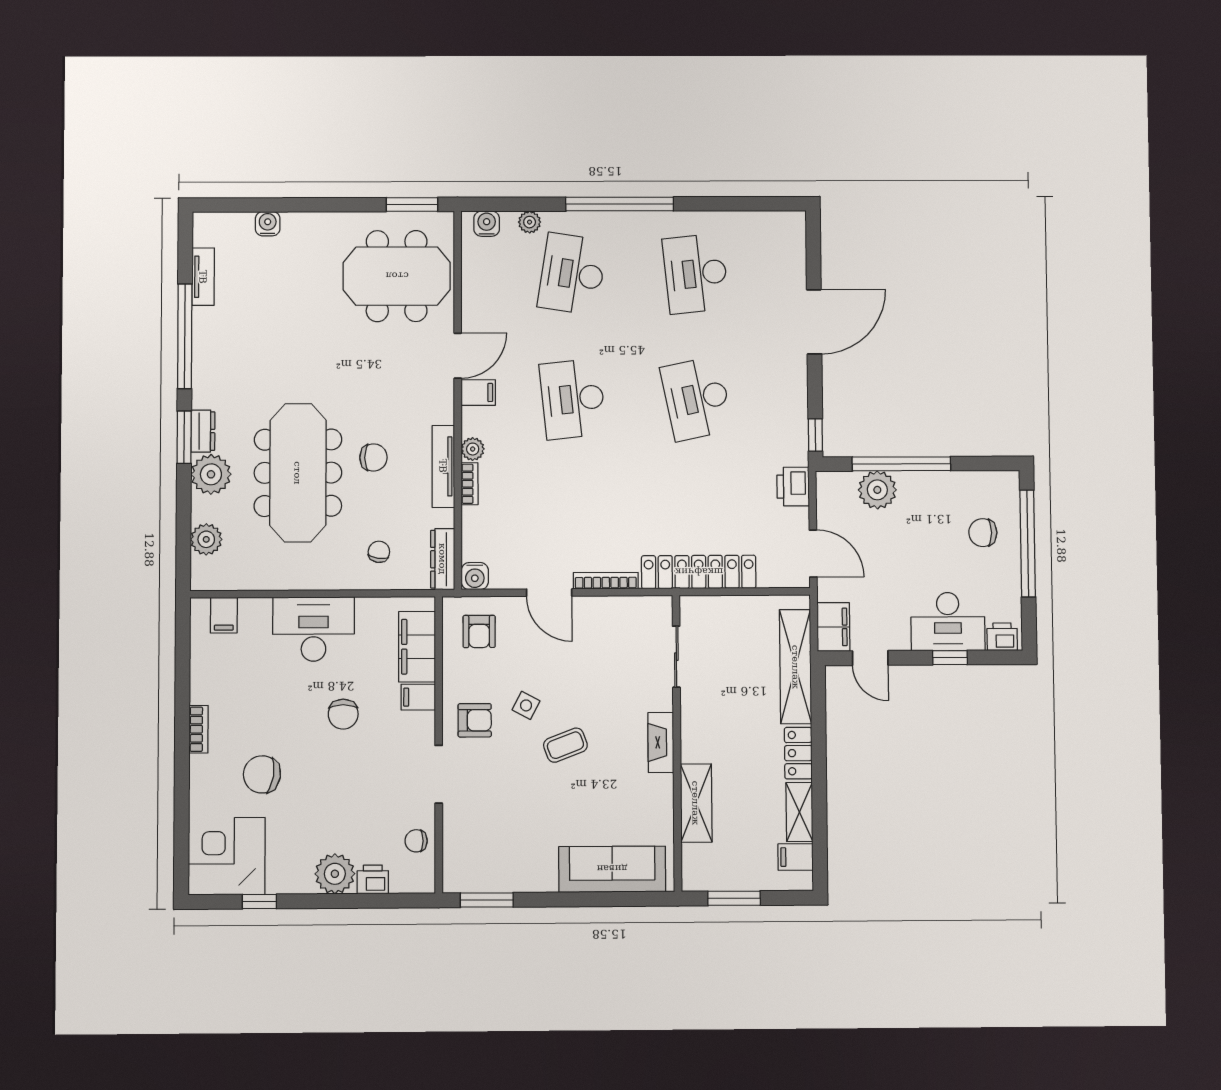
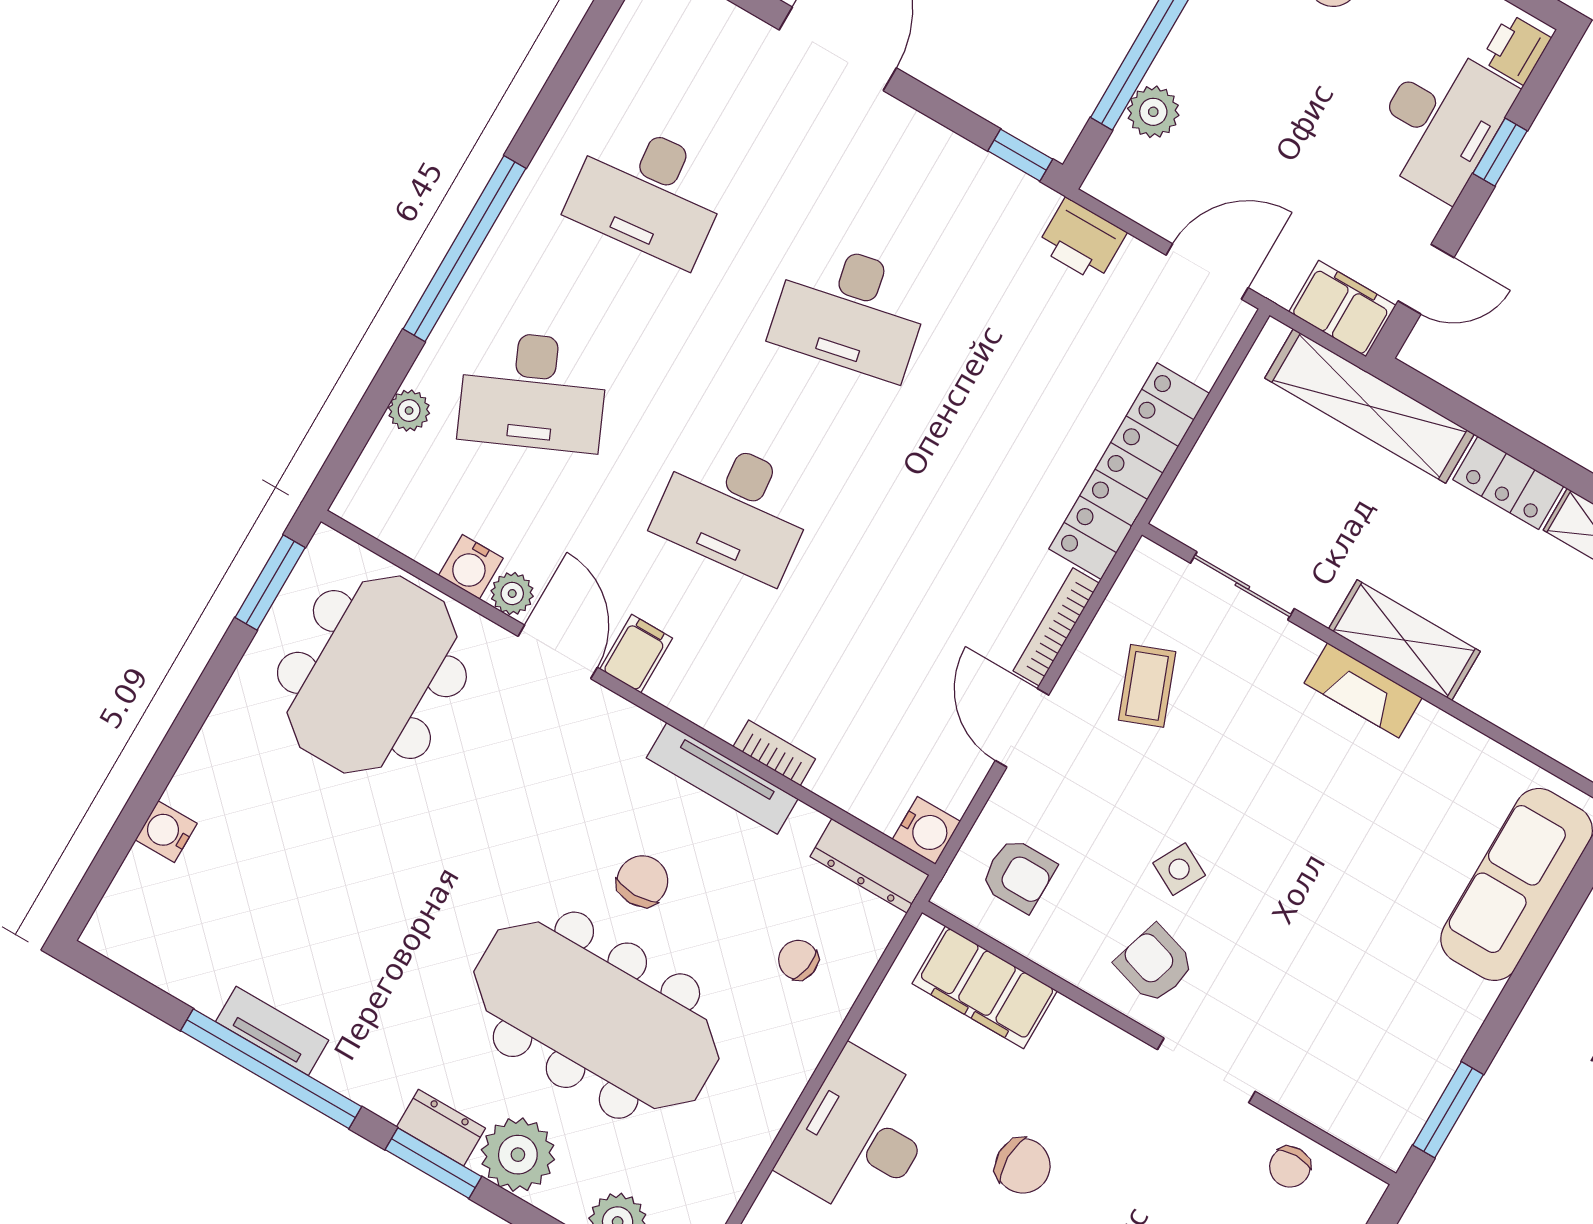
water cooler: (487, 224) -> (471, 567), moved, turned -90
desk: (572, 274) -> (533, 391), turned -33
tv unit: (203, 277) -> (272, 1031), moved
plant: (473, 449) -> (512, 593), moved
plant: (877, 490) -> (1153, 112), width x0.73, depth x0.73
door: (549, 593) -> (1022, 728), swing flipped
filing cabinet: (418, 697) -> (1065, 1032), removed
armchair: (475, 720) -> (1155, 964), turned -73
coffee table: (565, 745) -> (1147, 686), moved
shelving: (696, 803) -> (1404, 640), moved

